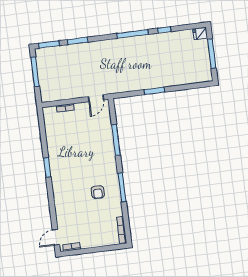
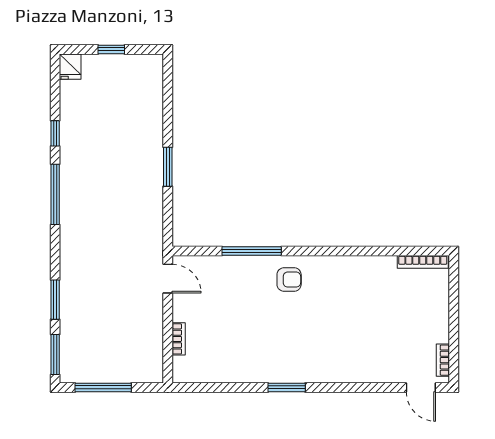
window: (212, 54) -> (111, 49), width x0.46
window: (122, 187) -> (342, 251), removed
armchair: (98, 192) -> (289, 280), moved

